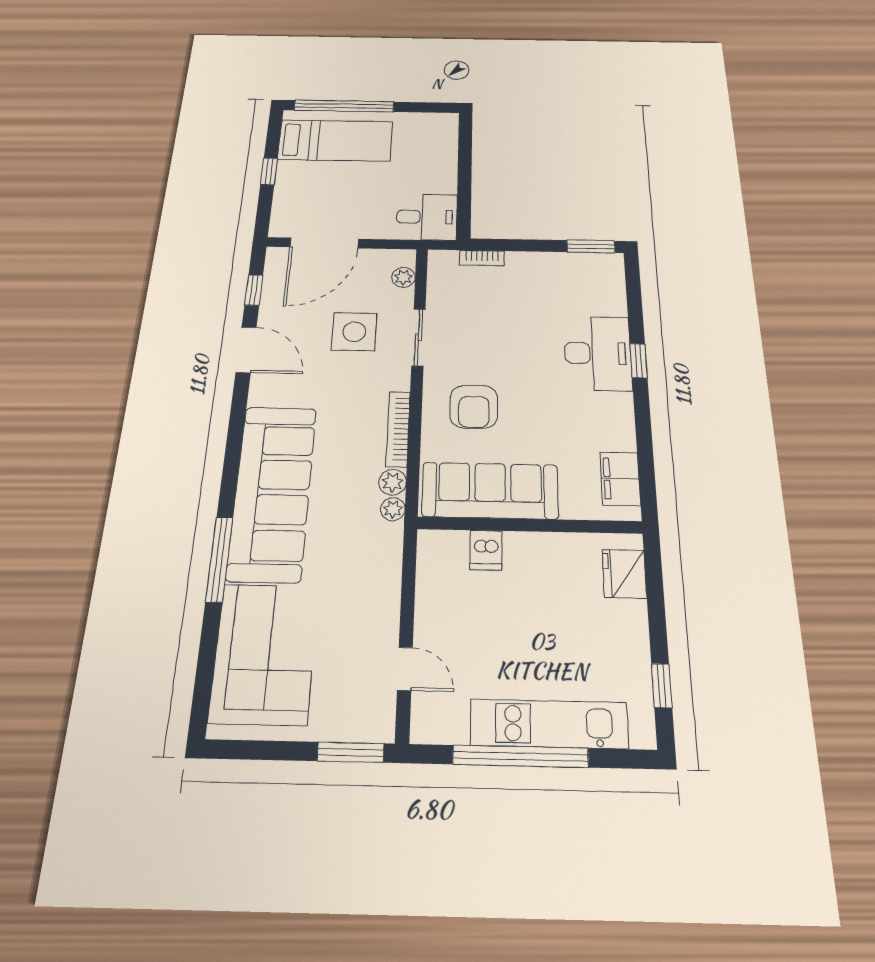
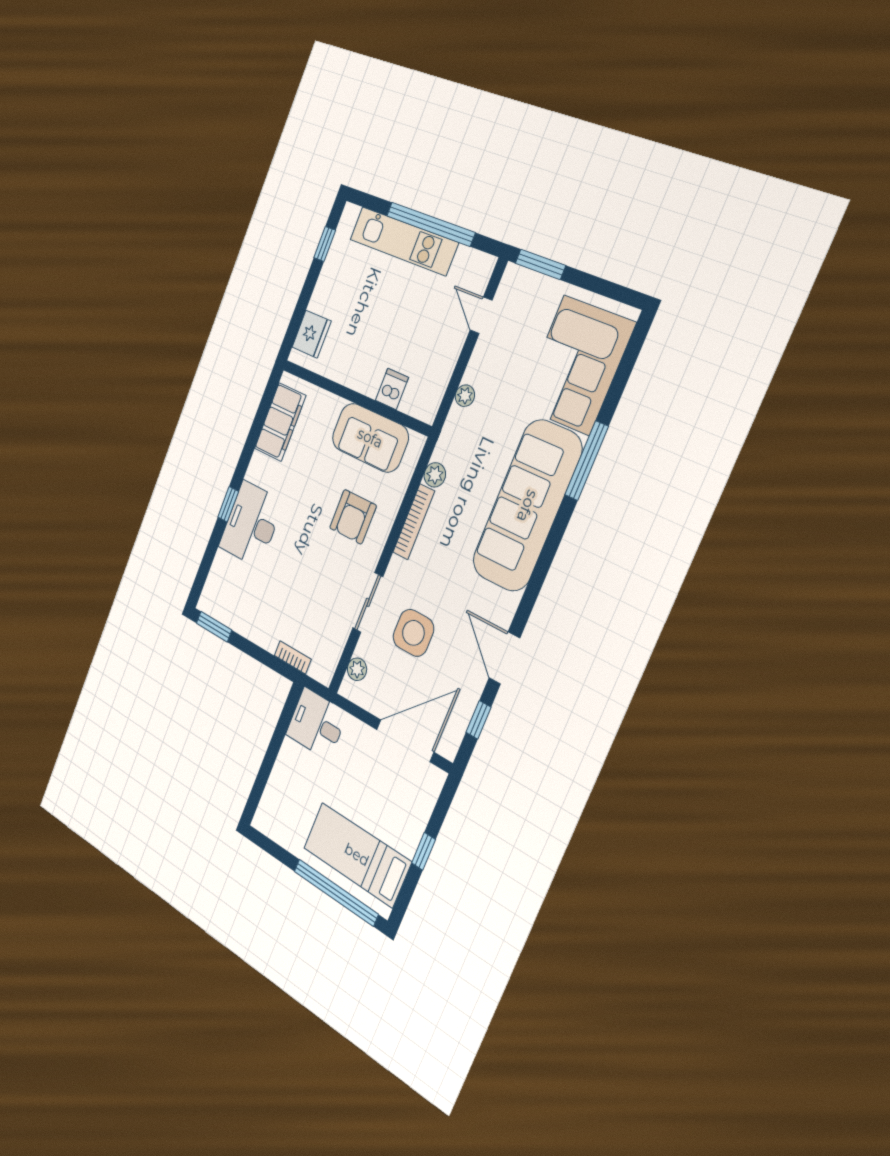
armchair: (474, 407) -> (353, 517), turned 180
filing cabinet: (620, 479) -> (280, 422), width x1.50, depth x1.17
sofa: (490, 490) -> (370, 438), width x0.73
plant: (393, 509) -> (465, 396), moved

